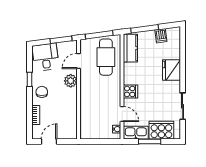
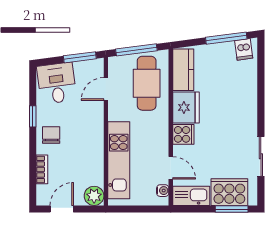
window: (145, 29) -> (226, 38), moved
dishwasher: (161, 36) -> (244, 49), moved
fridge: (171, 70) -> (186, 107), moved, turned 180
plant: (71, 81) -> (94, 196), moved
kitchen unit: (87, 109) -> (119, 160), added
window: (150, 142) -> (232, 209), moved

